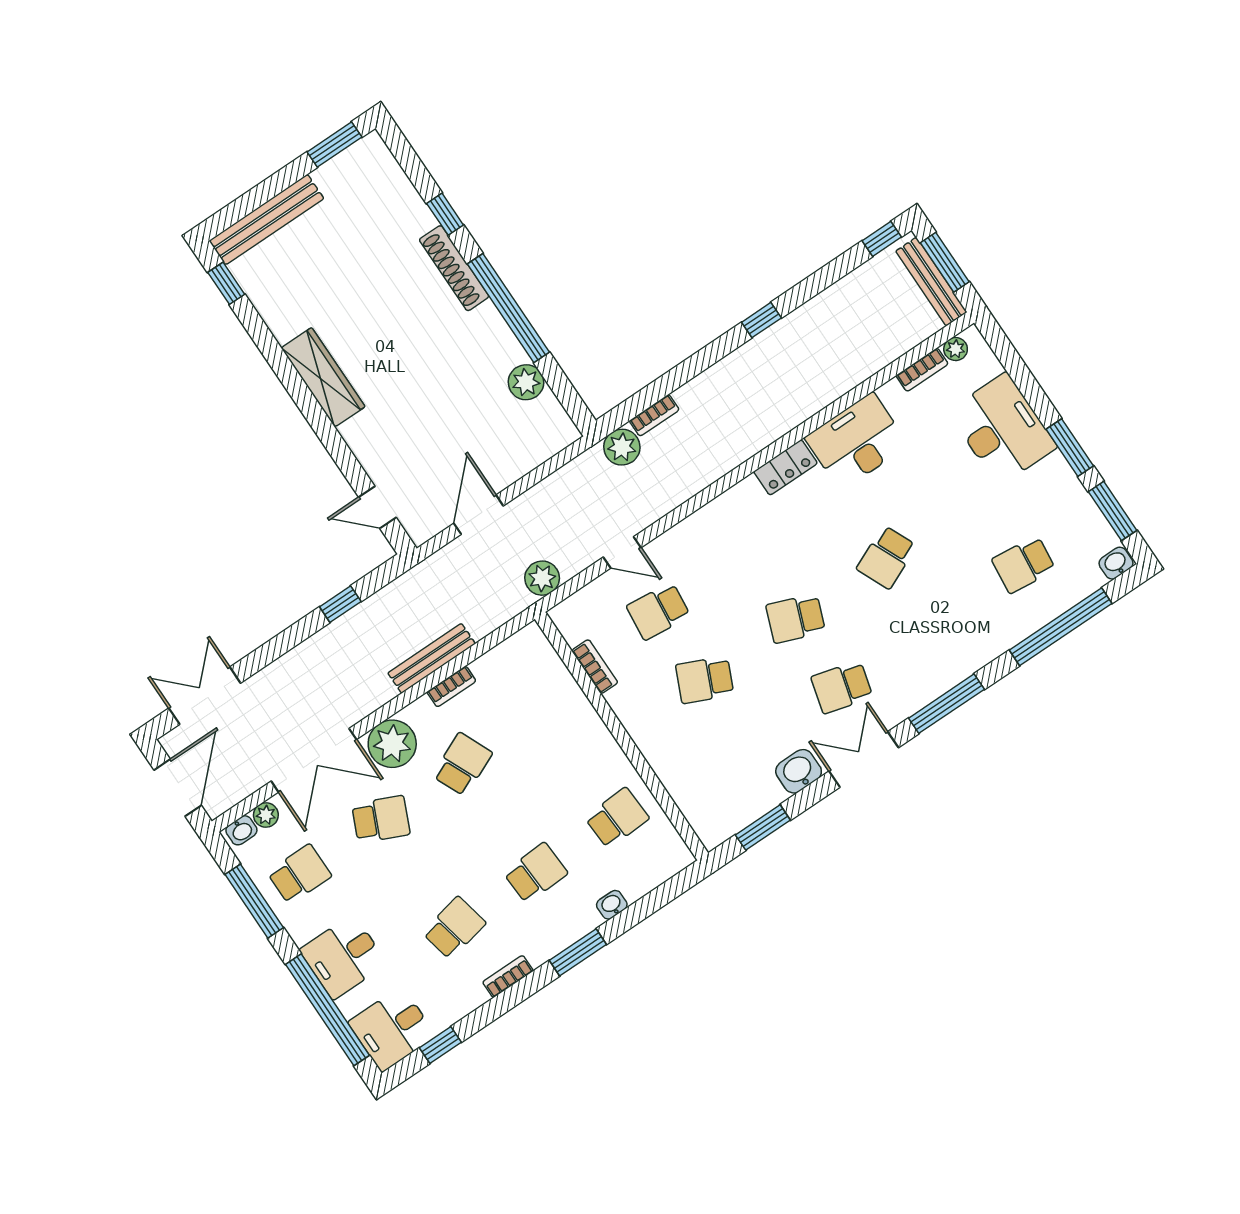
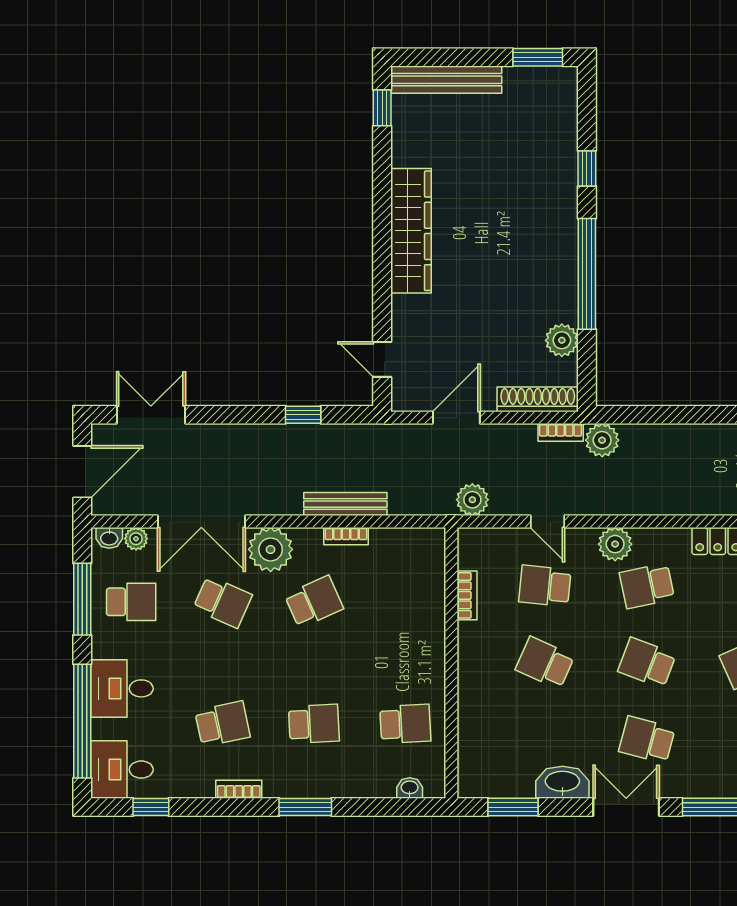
shoe rack: (454, 268) -> (538, 399), moved, turned 90
wardrobe: (323, 377) -> (411, 231), width x1.40, depth x1.17
bookcase: (654, 415) -> (561, 432), moved
plant: (696, 532) -> (615, 544), added
school desk: (749, 550) -> (647, 586), added
washbasin: (799, 771) -> (562, 782), width x1.38
washbasin: (612, 905) -> (410, 788), moved

